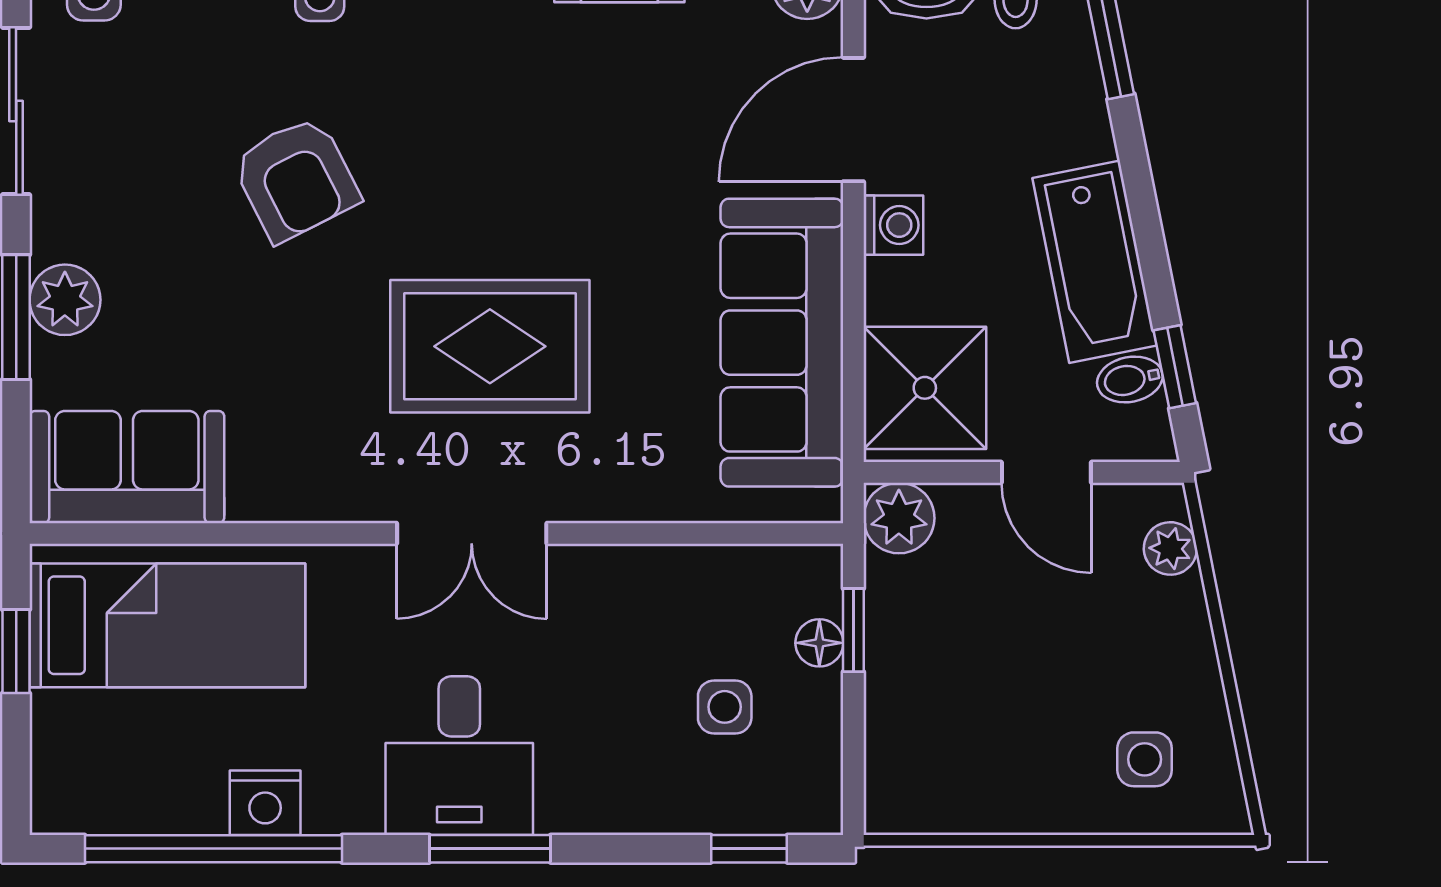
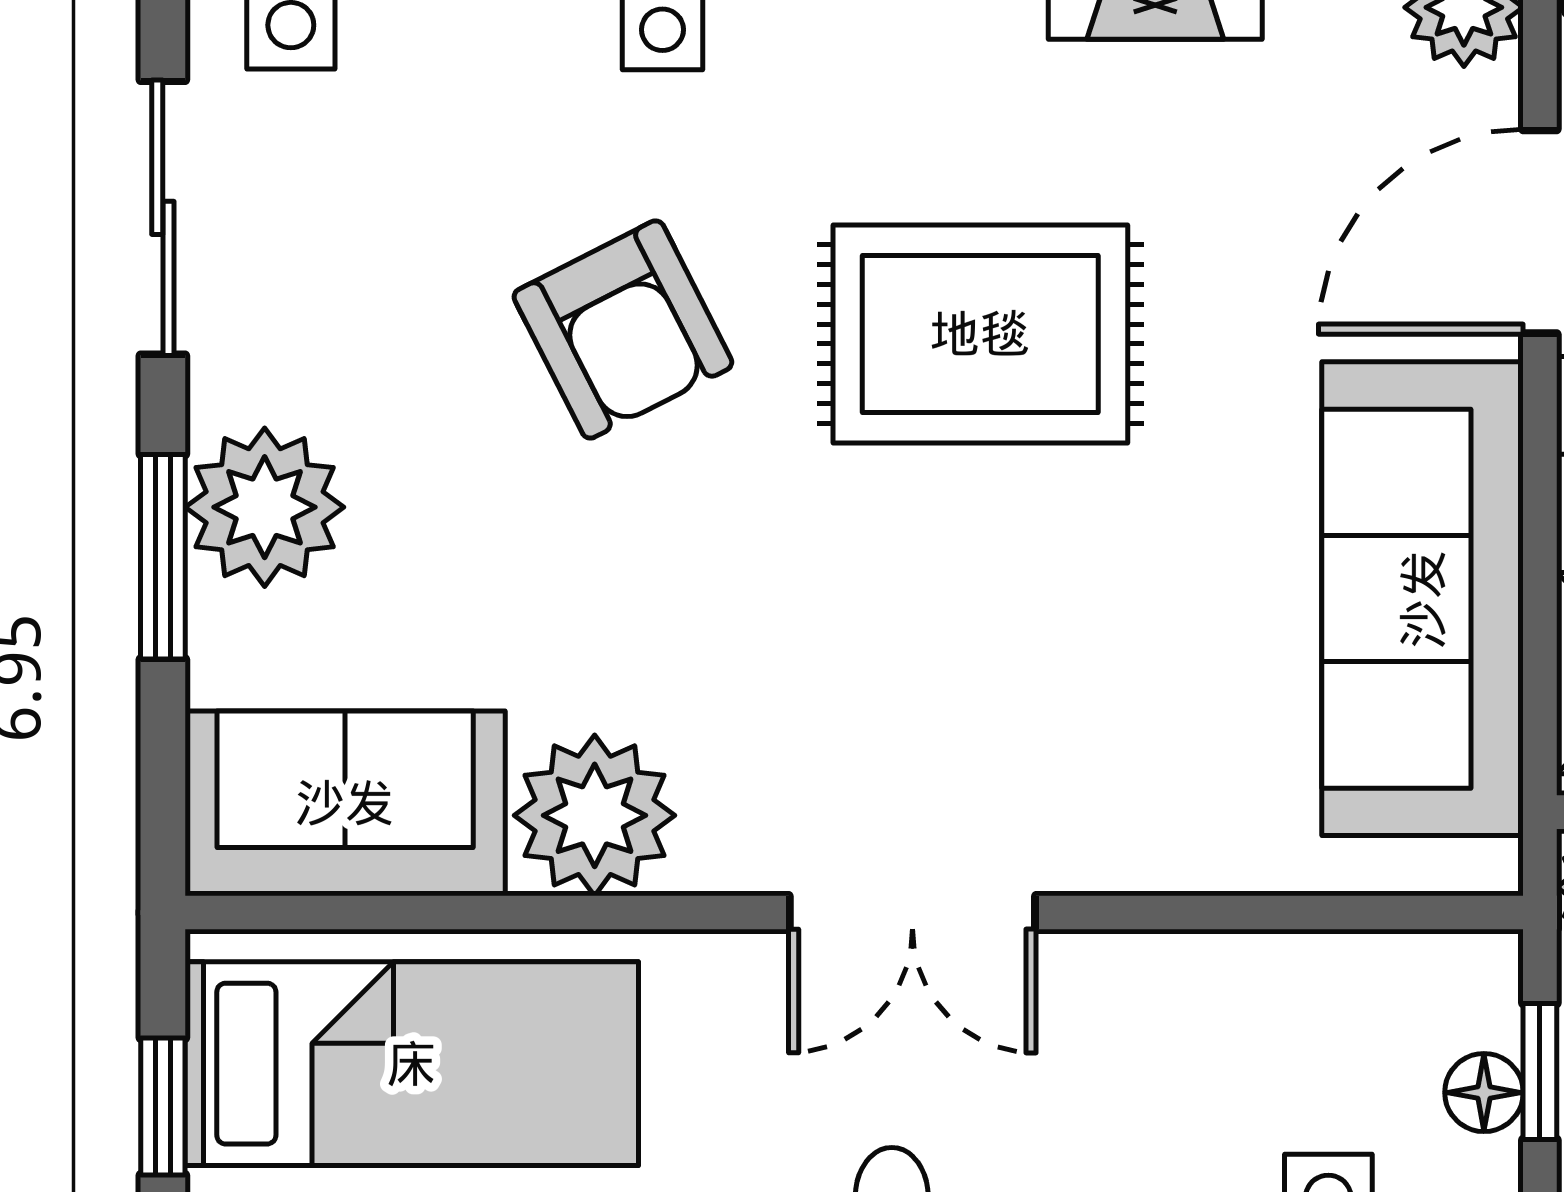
plant: (65, 300) -> (265, 507), width x1.36, depth x1.36
rug: (490, 346) -> (980, 334), moved
plant: (278, 474) -> (595, 815), added

